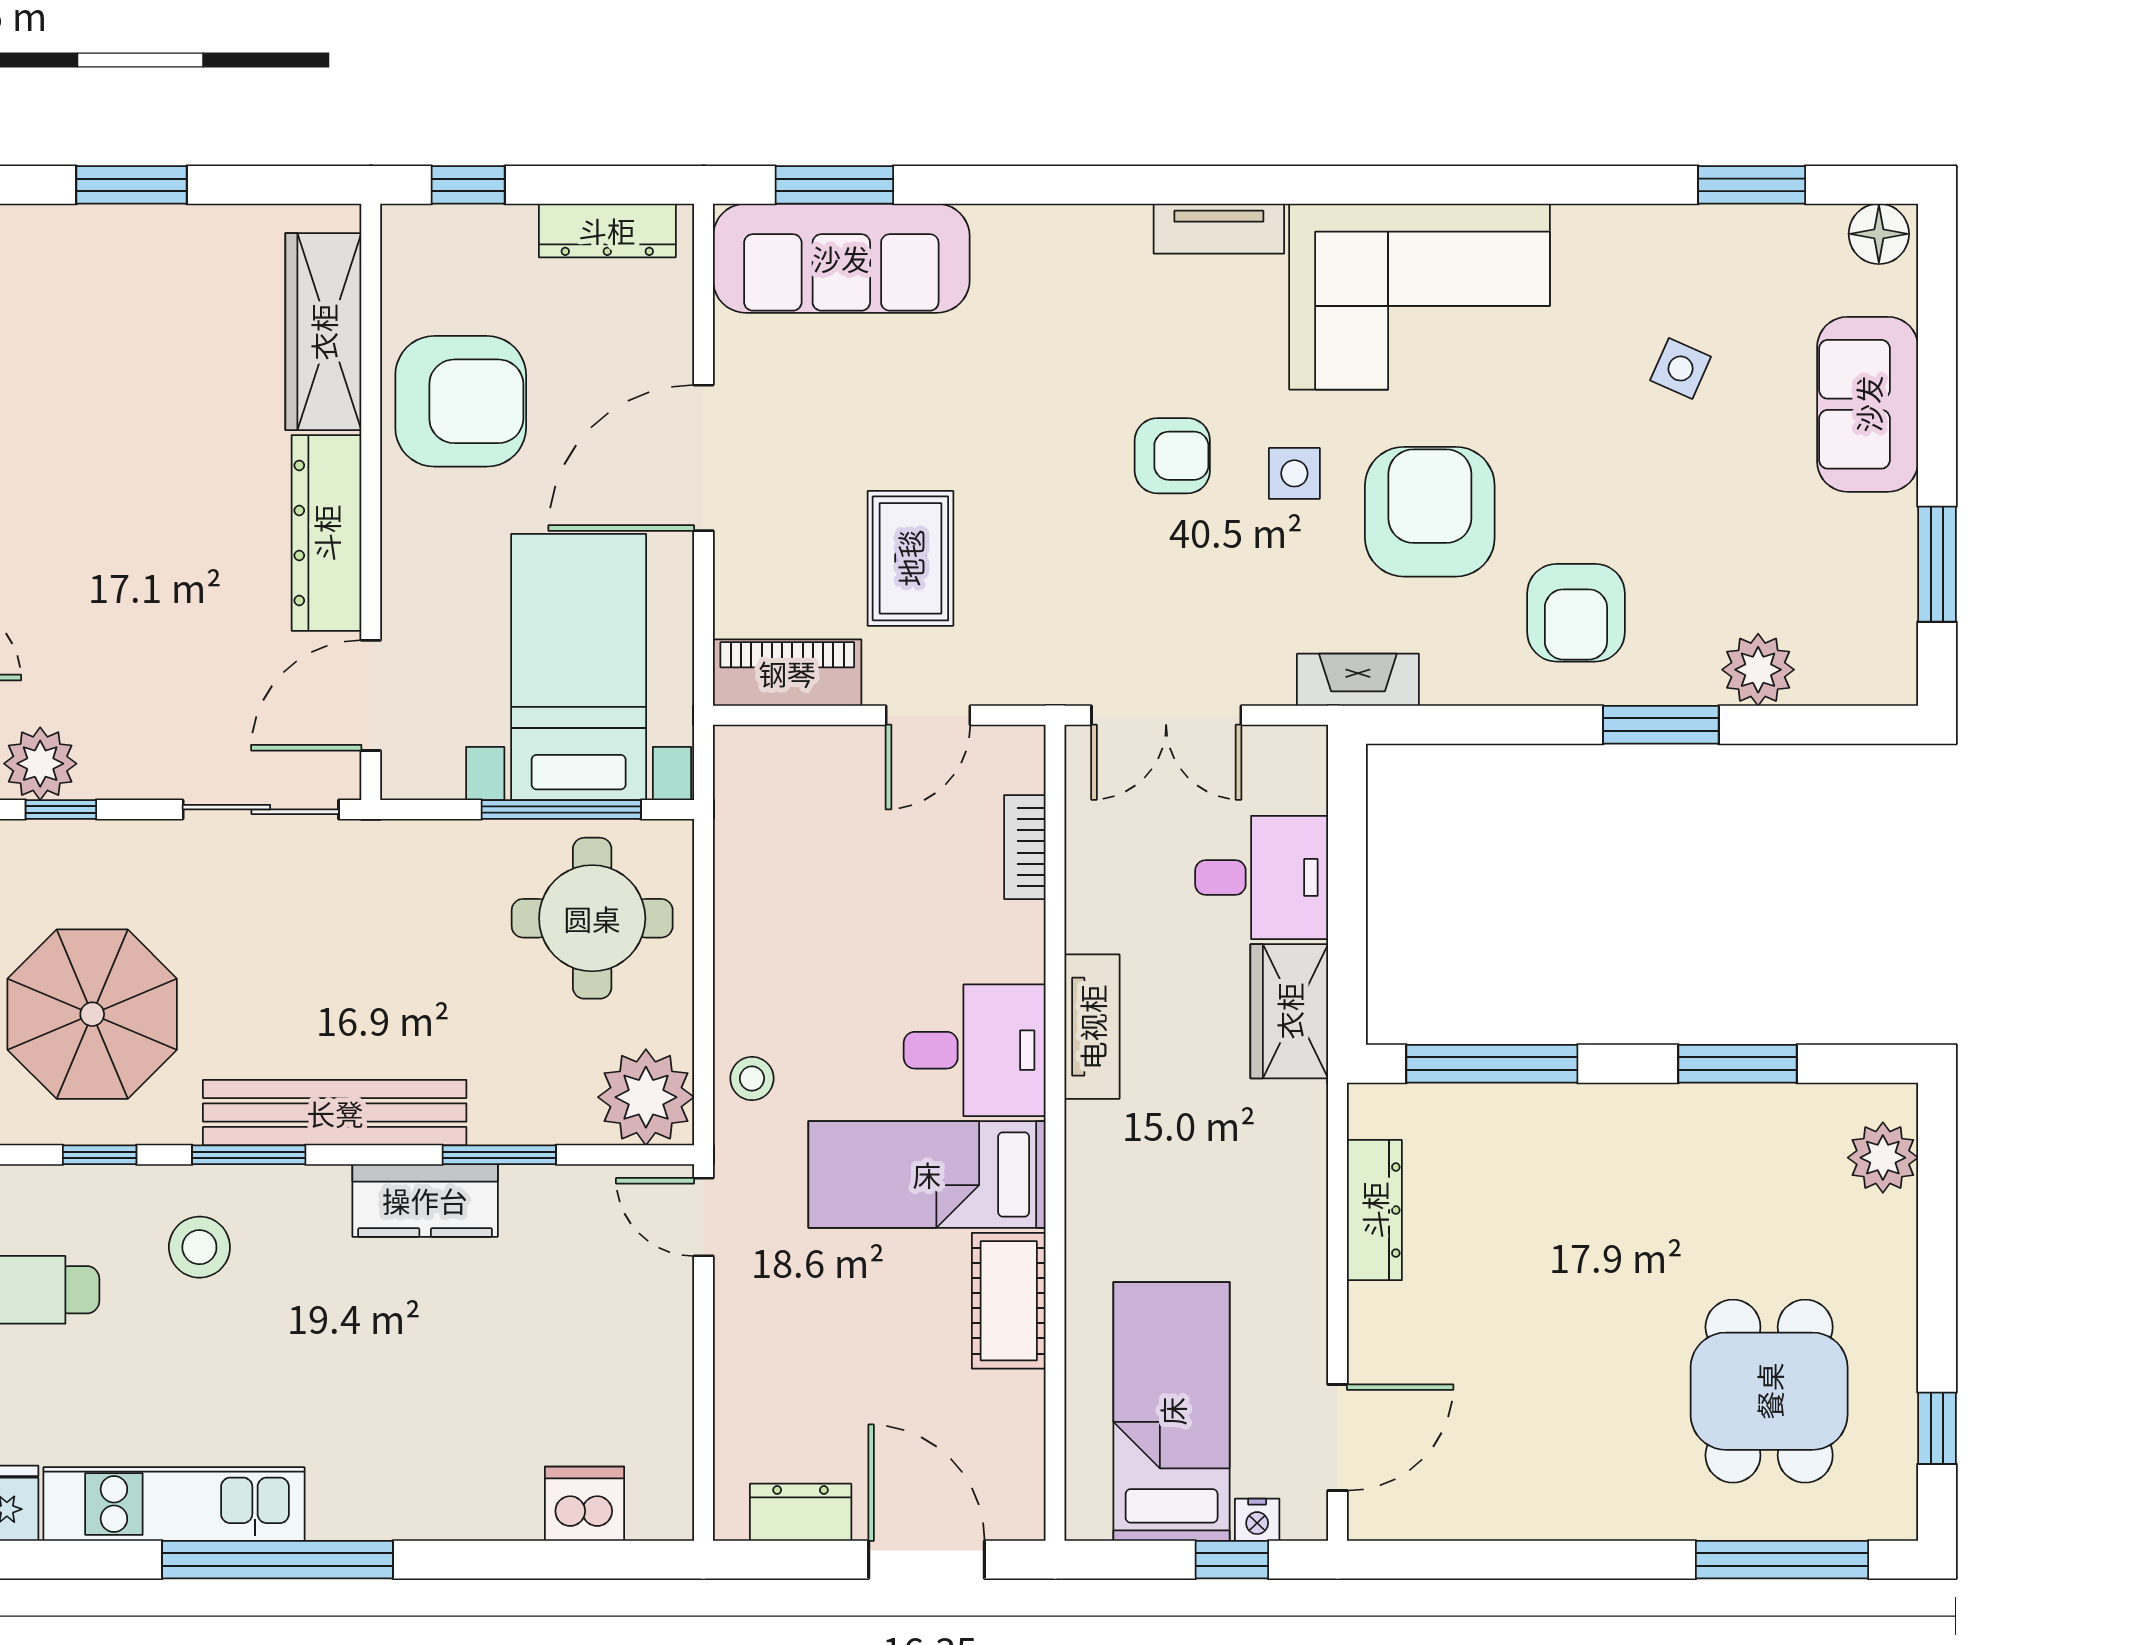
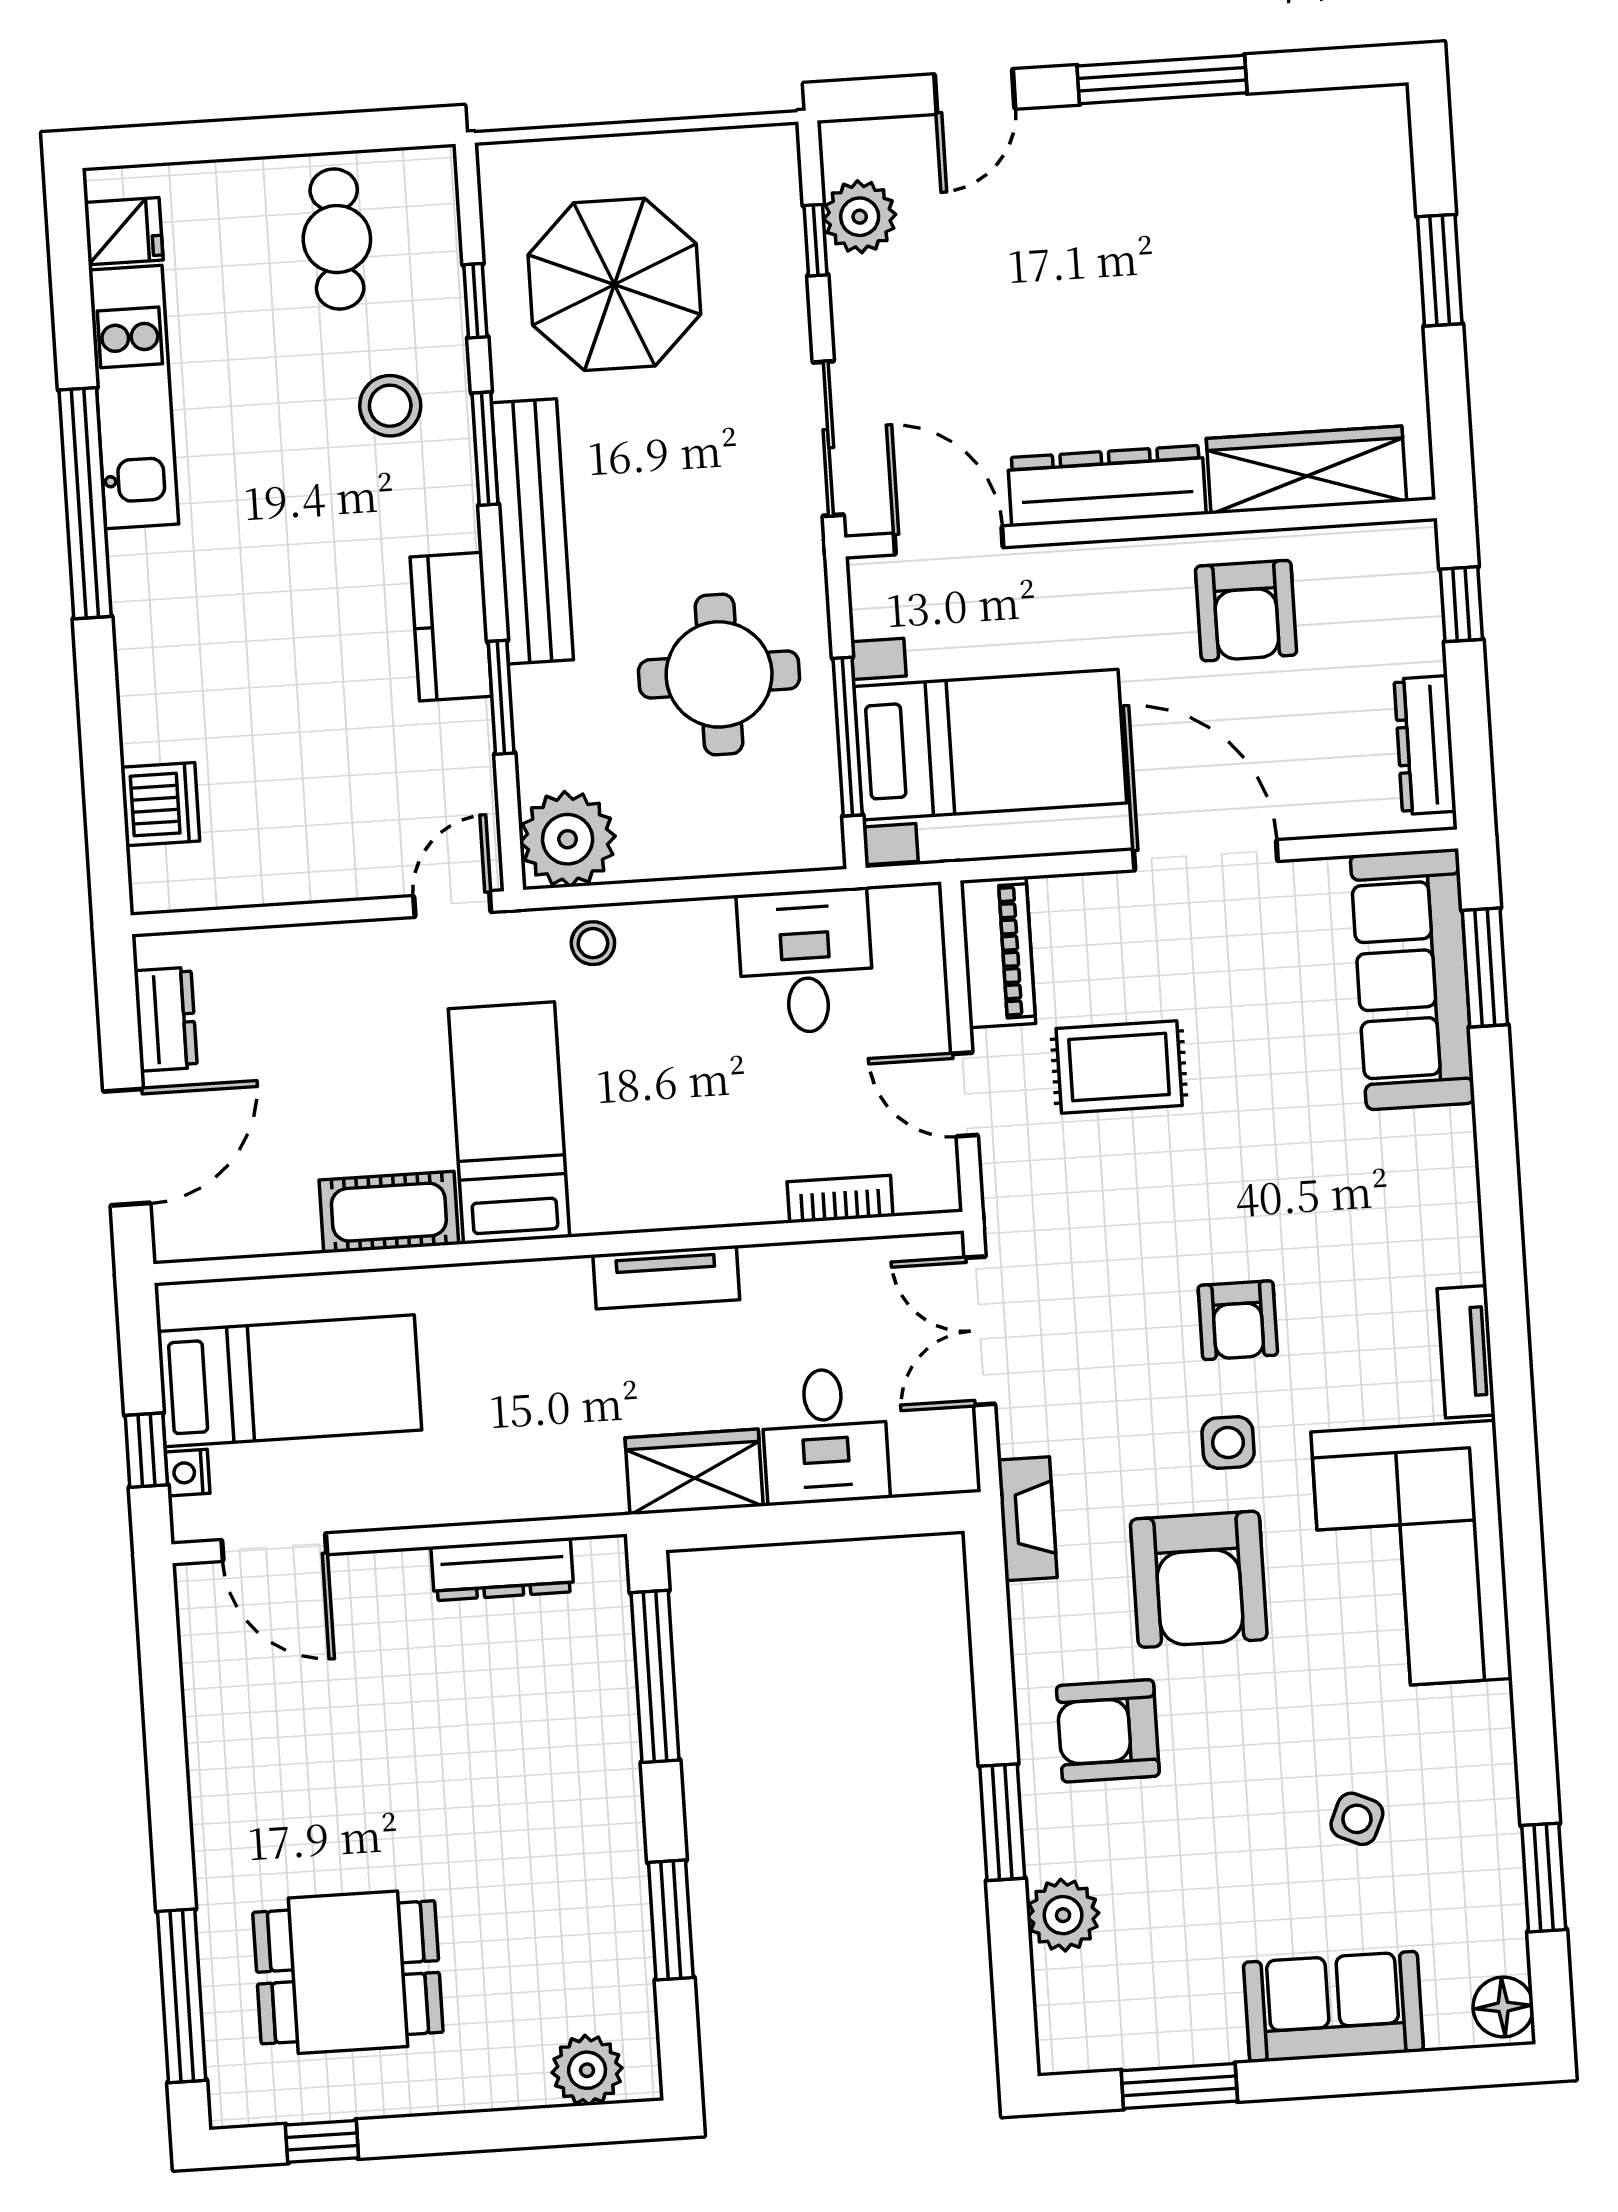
armchair: (461, 401) -> (1246, 611), width x0.73, depth x0.73
armchair: (1430, 512) -> (1199, 1579), turned 90
round table: (592, 918) -> (719, 674), moved
desk: (975, 1050) -> (806, 961), moved, turned 180

